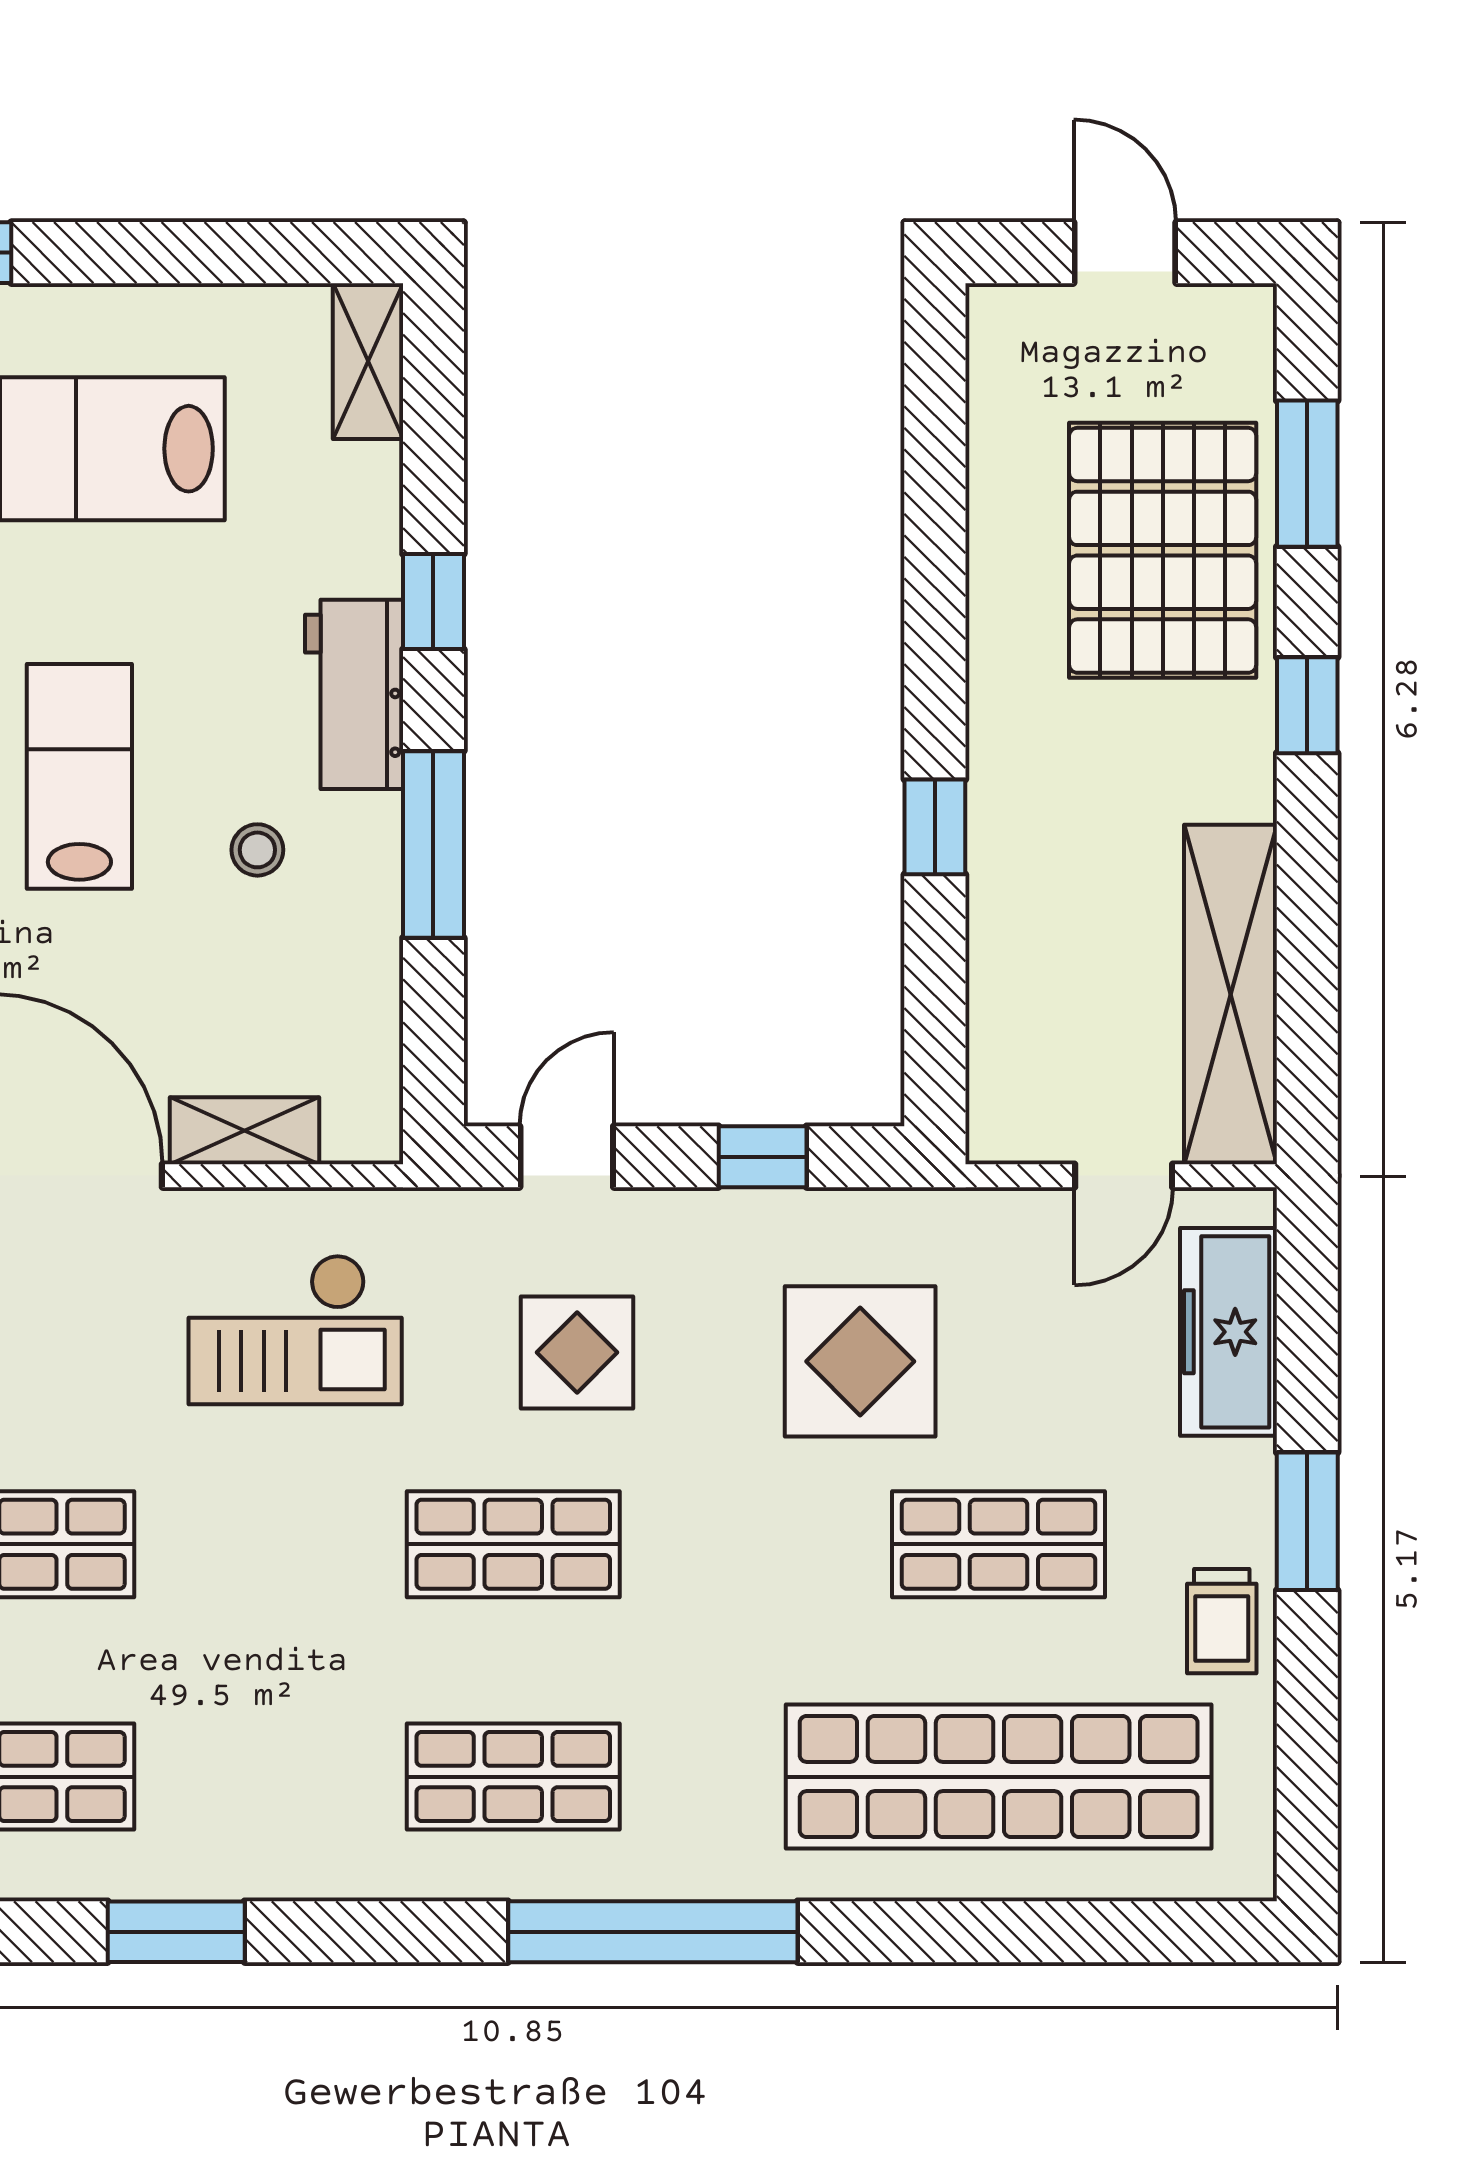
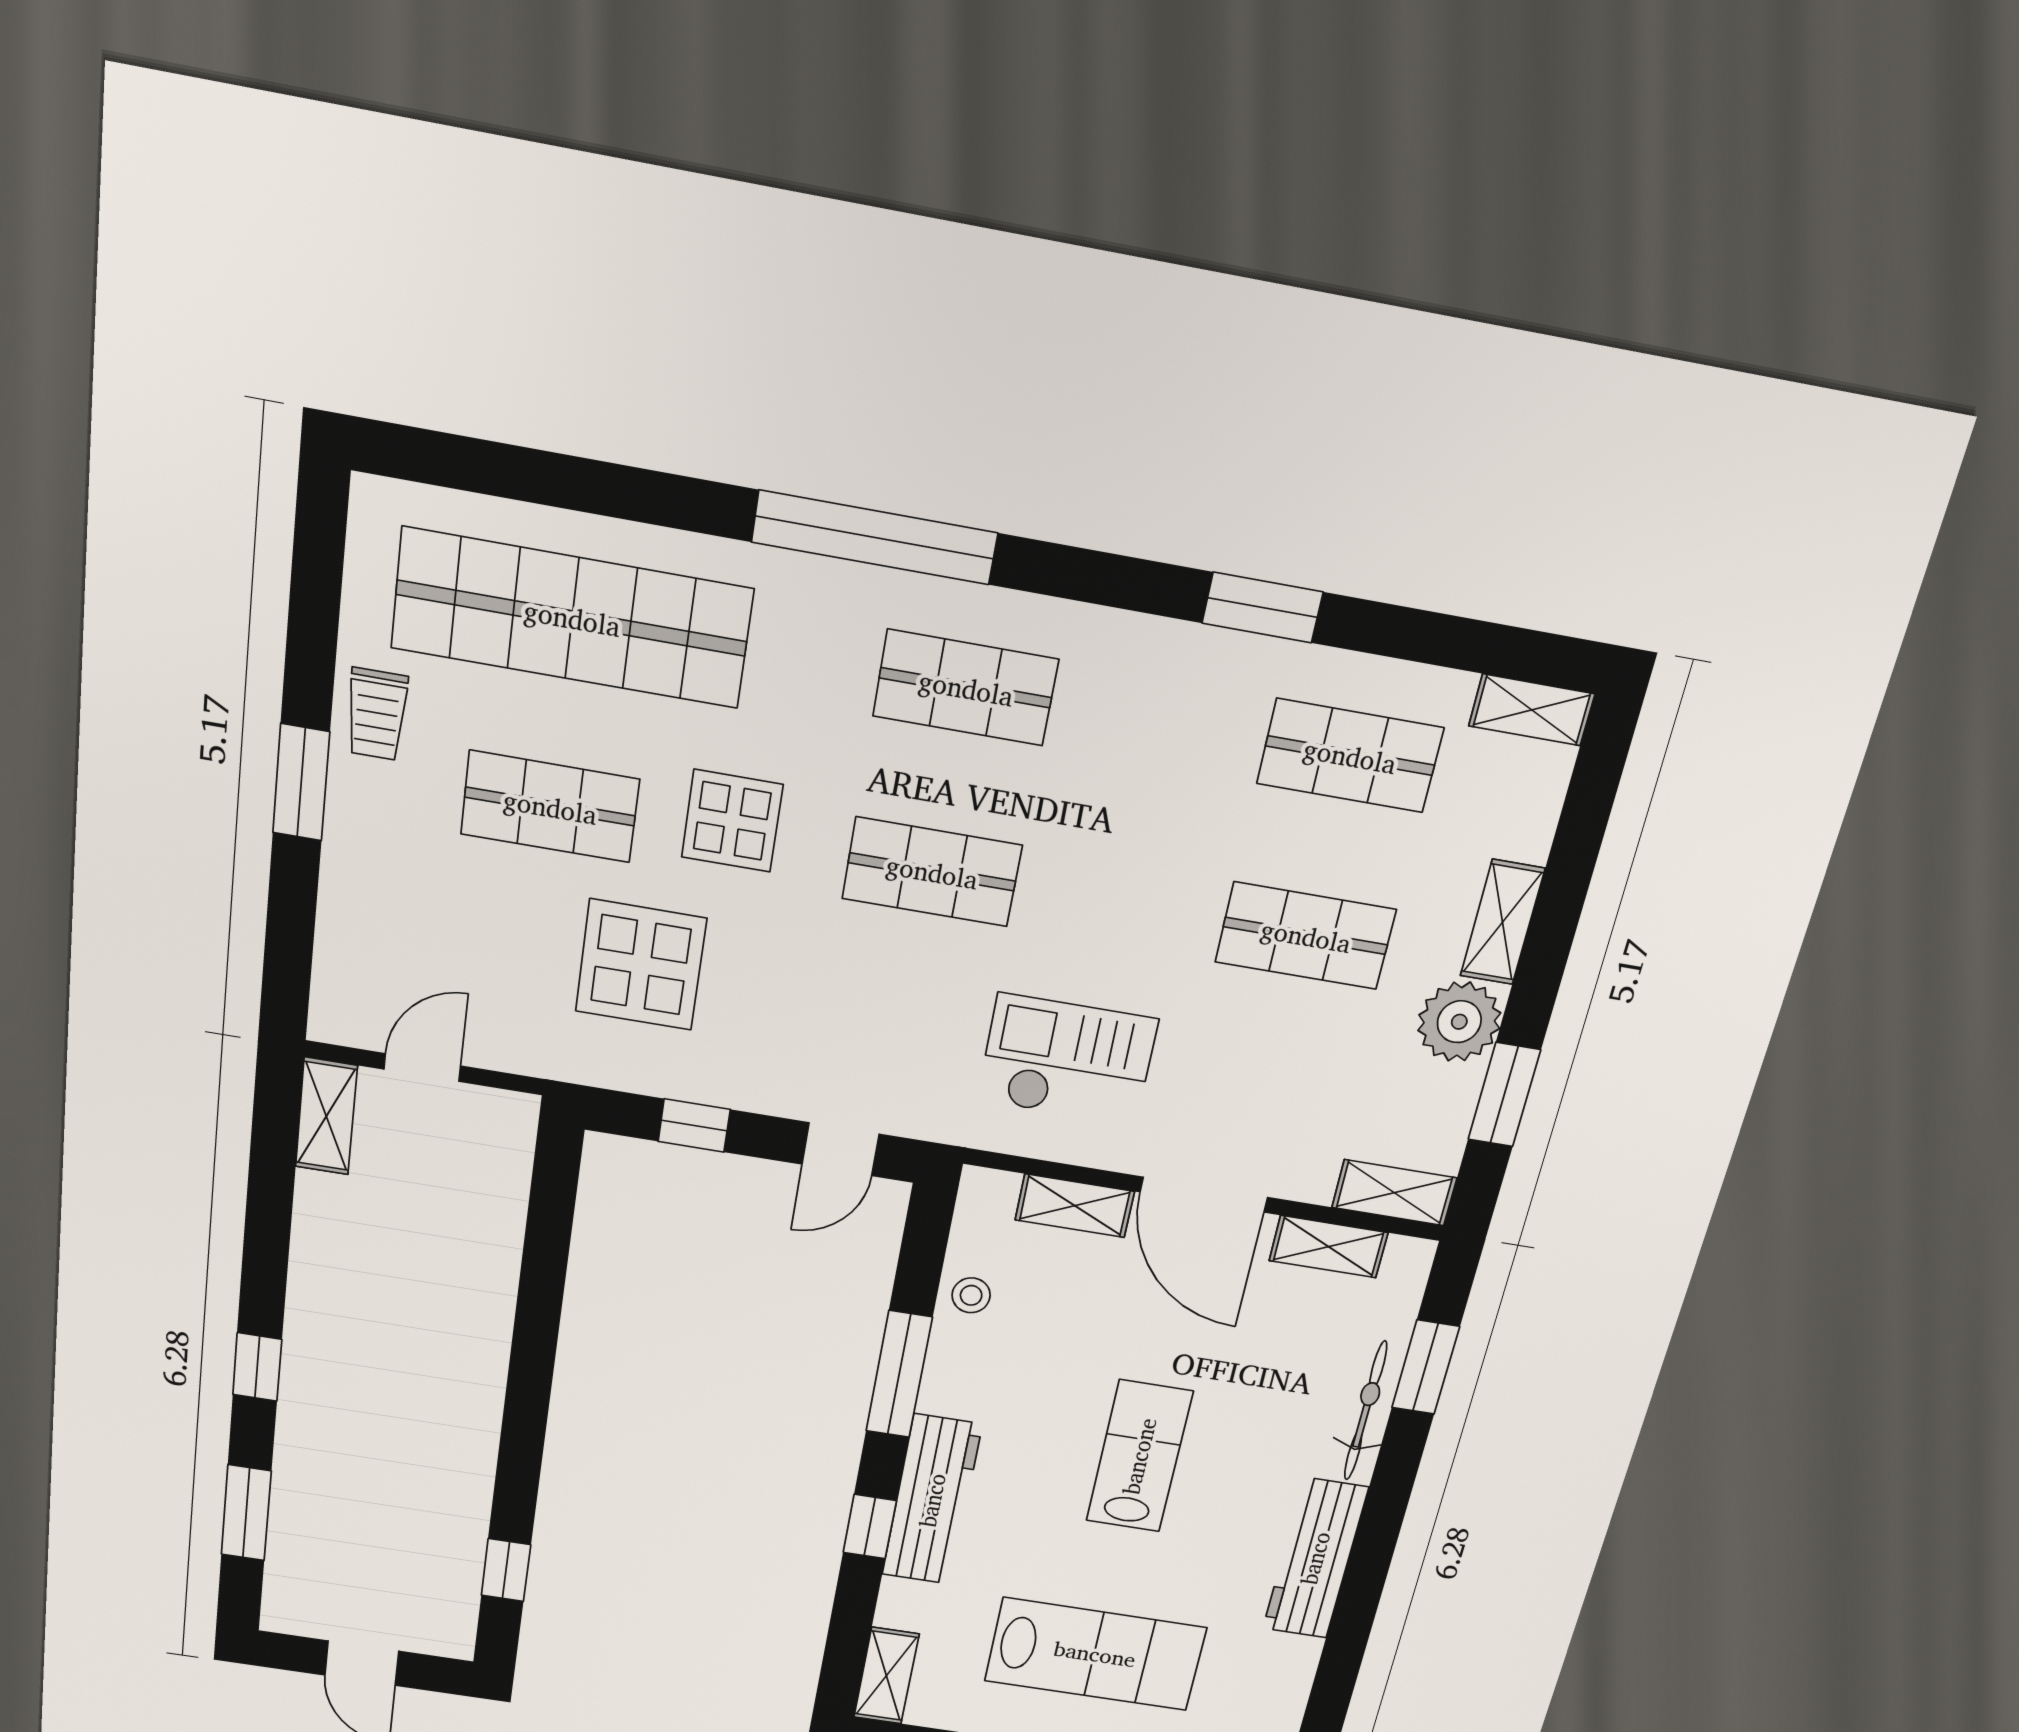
pallet: (1163, 550) -> (353, 1481), removed
workbench: (354, 694) -> (932, 1500), width x1.38
lab bench: (79, 776) -> (1139, 1456), turned 180
window: (935, 827) -> (506, 1570), moved
stool: (257, 850) -> (971, 1295), moved
shelving: (1230, 995) -> (326, 1116), width x0.45, depth x0.75
freezer: (1228, 1332) -> (352, 939), removed
display table: (577, 1352) -> (732, 821), moved
trolley: (1222, 1621) -> (377, 714), turned 180

